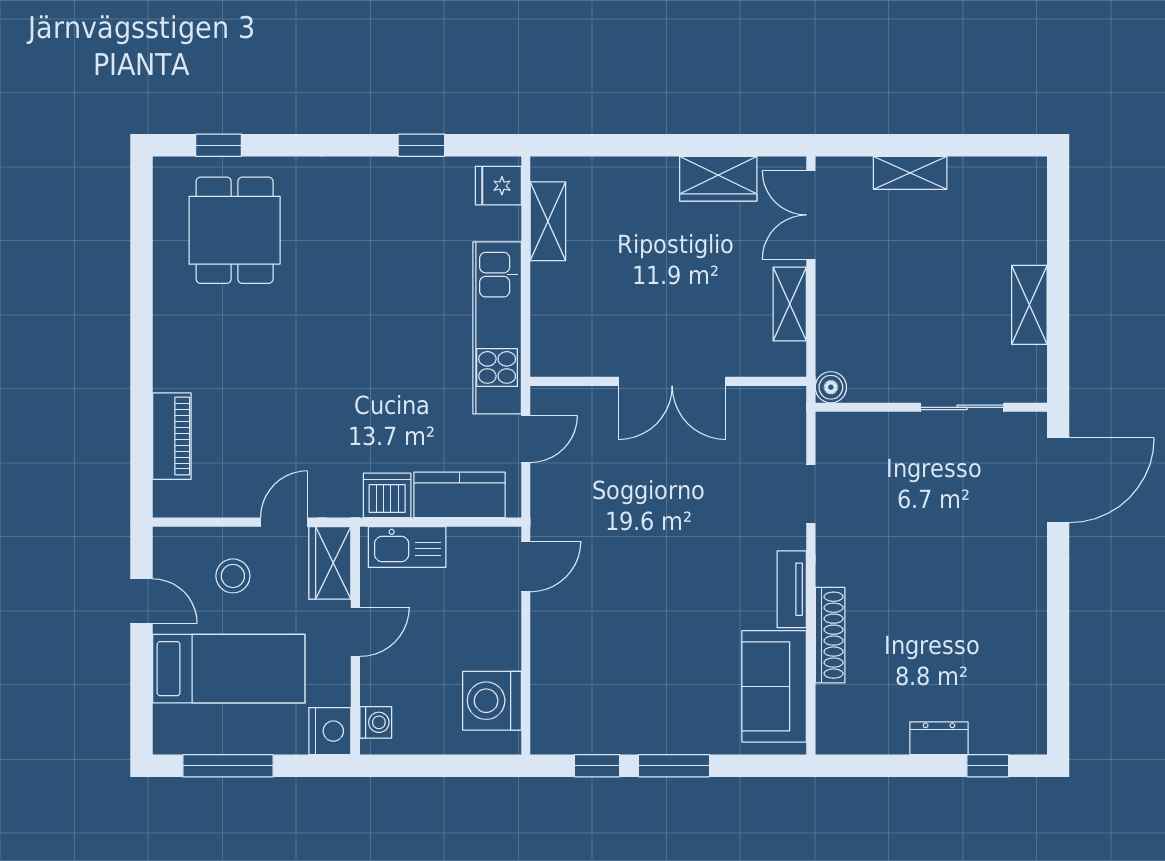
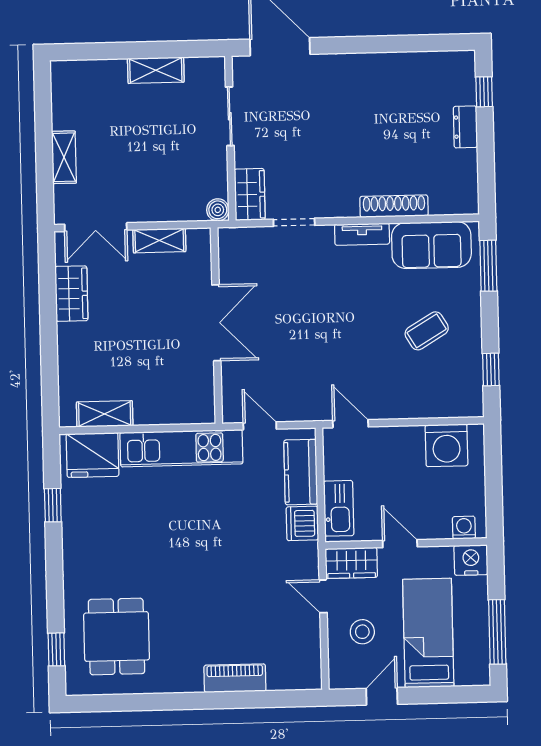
fridge: (498, 186) -> (92, 455), width x1.88, depth x1.34
dining table: (235, 230) -> (117, 637), turned 90
wardrobe: (851, 433) -> (250, 194), added
piano: (172, 436) -> (235, 678), moved
coffee table: (654, 677) -> (427, 331), added
window: (674, 766) -> (488, 266), moved

